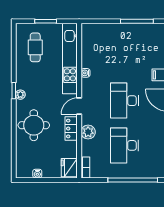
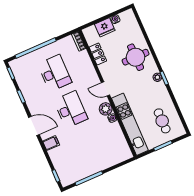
door: (79, 106) -> (106, 89), swing flipped
locker: (71, 129) -> (98, 54), moved
plant: (88, 132) -> (106, 109), moved
fridge: (69, 168) -> (105, 27), moved, turned 90

